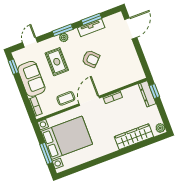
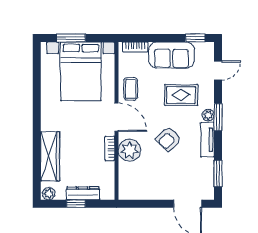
window: (91, 19) -> (218, 173), moved
tv unit: (91, 28) -> (207, 140), moved
door: (30, 42) -> (218, 70), hinge flipped
plant: (109, 83) -> (129, 150), added
window: (154, 91) -> (76, 204), moved
dresser: (147, 94) -> (83, 193), moved

